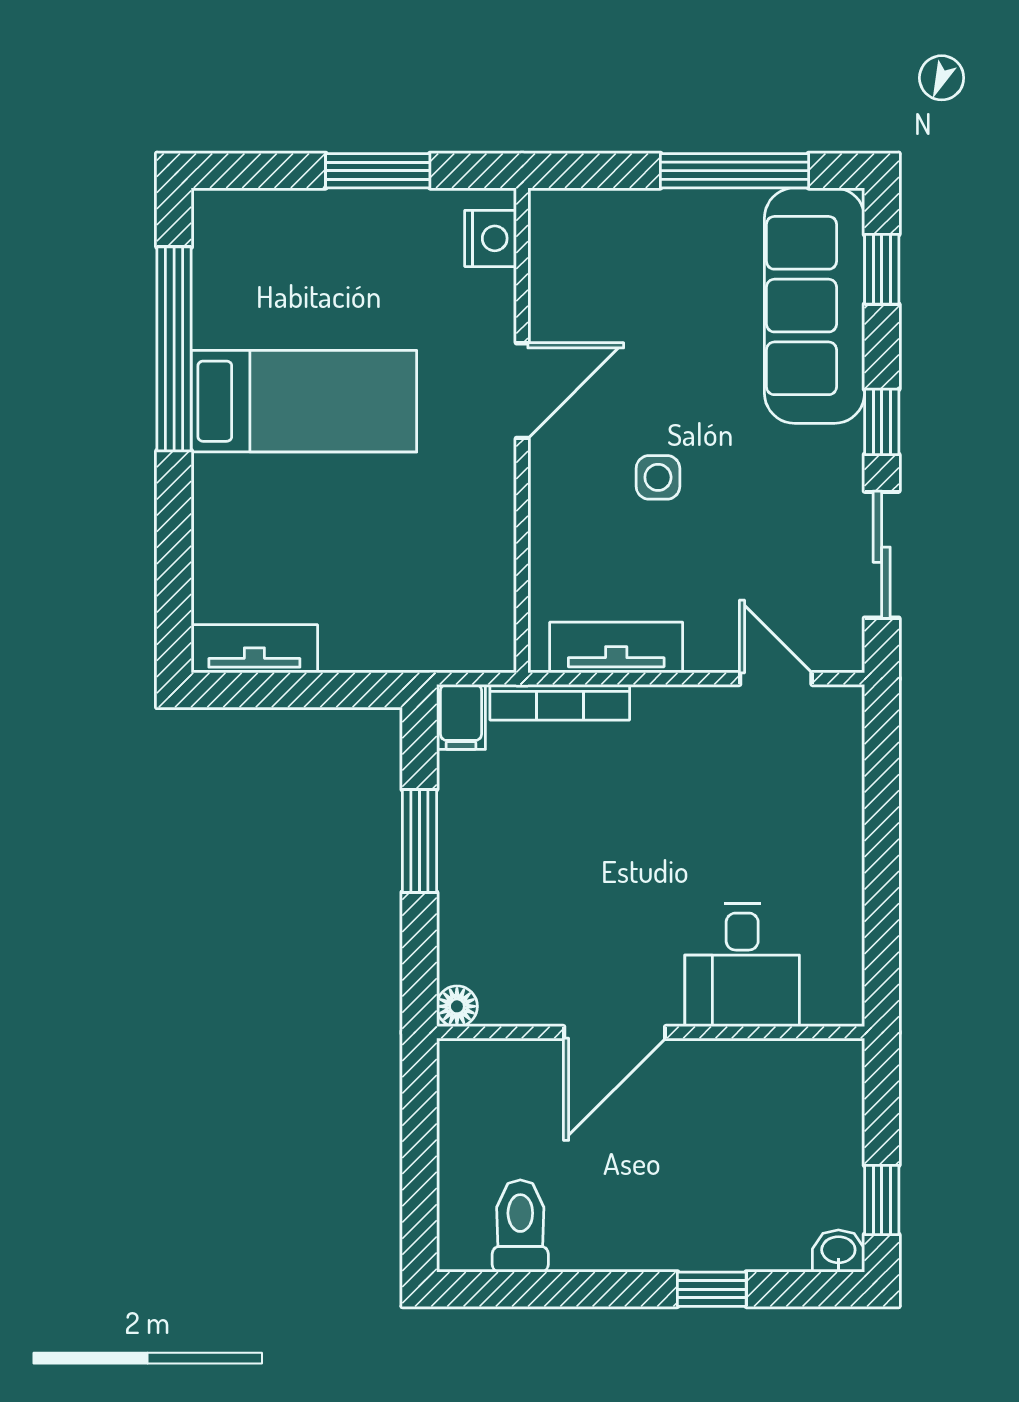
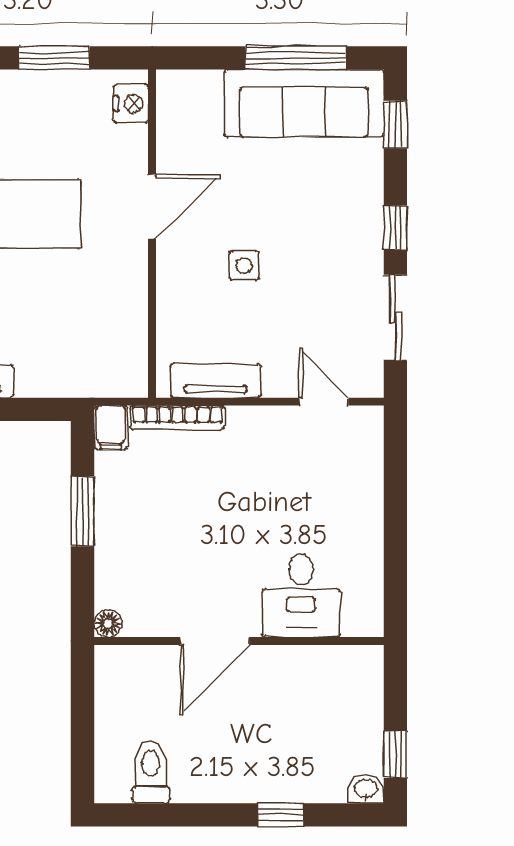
sofa: (815, 306) -> (304, 103), moved, turned -90

